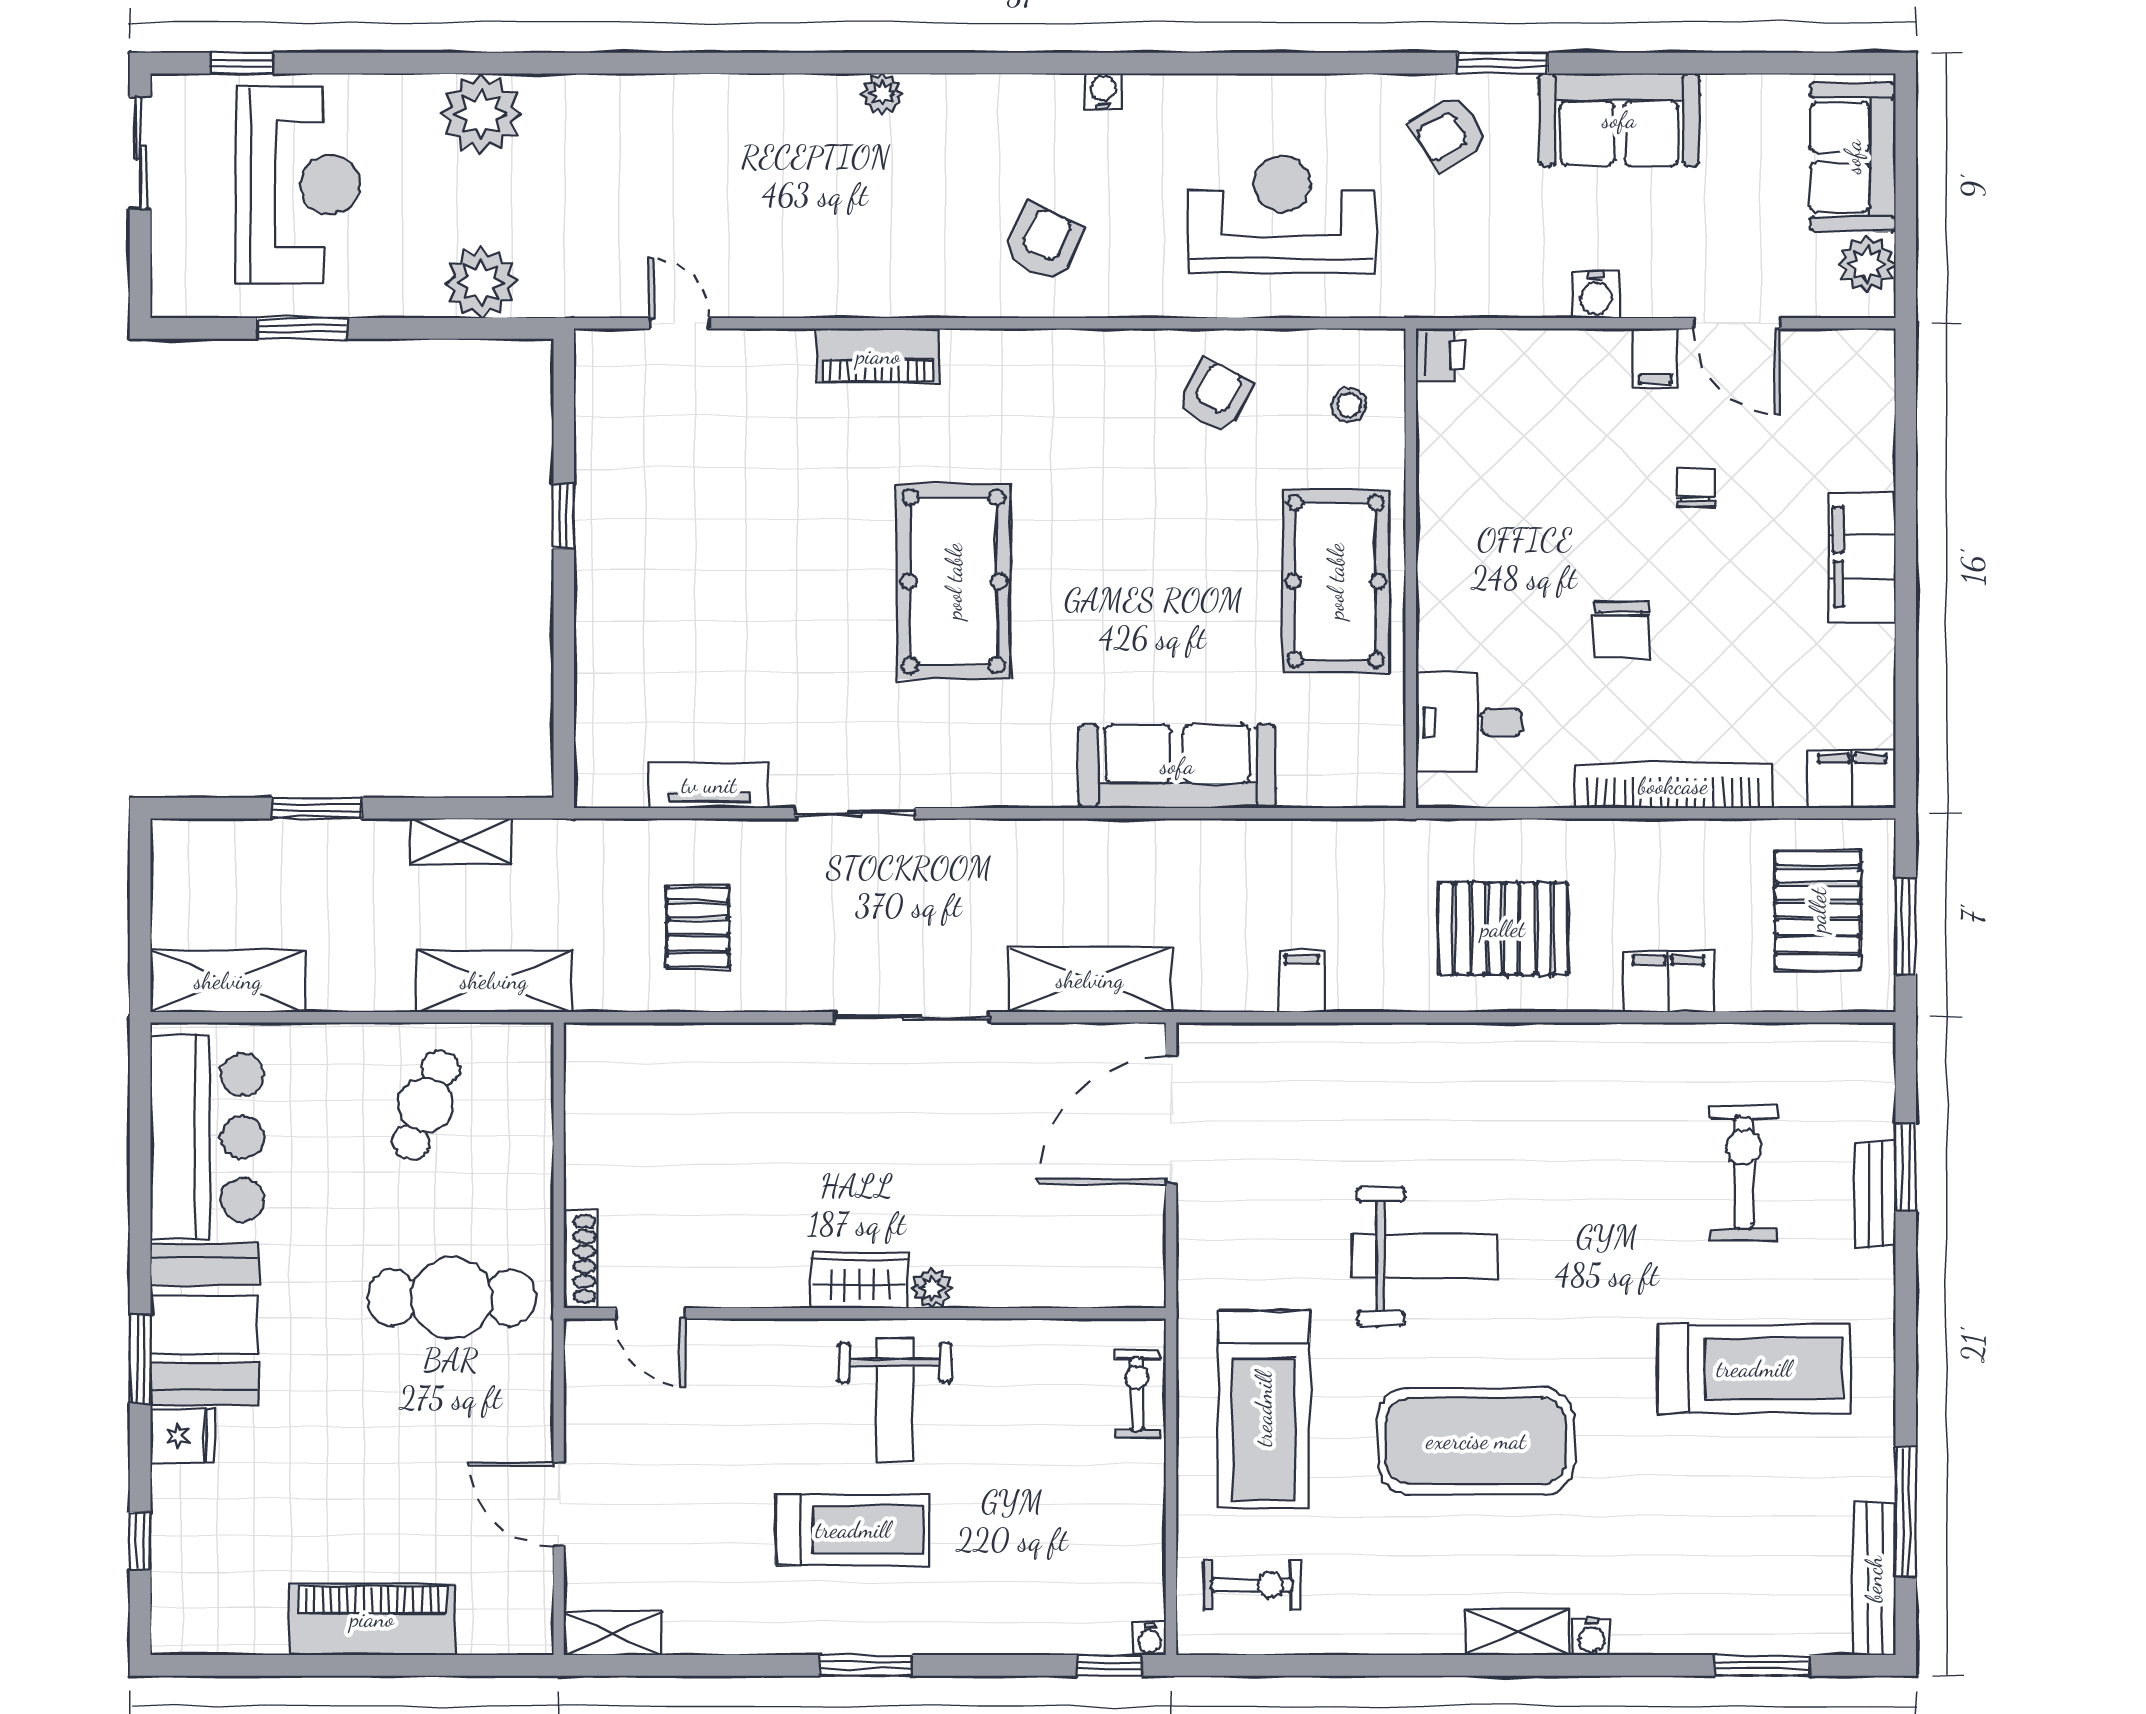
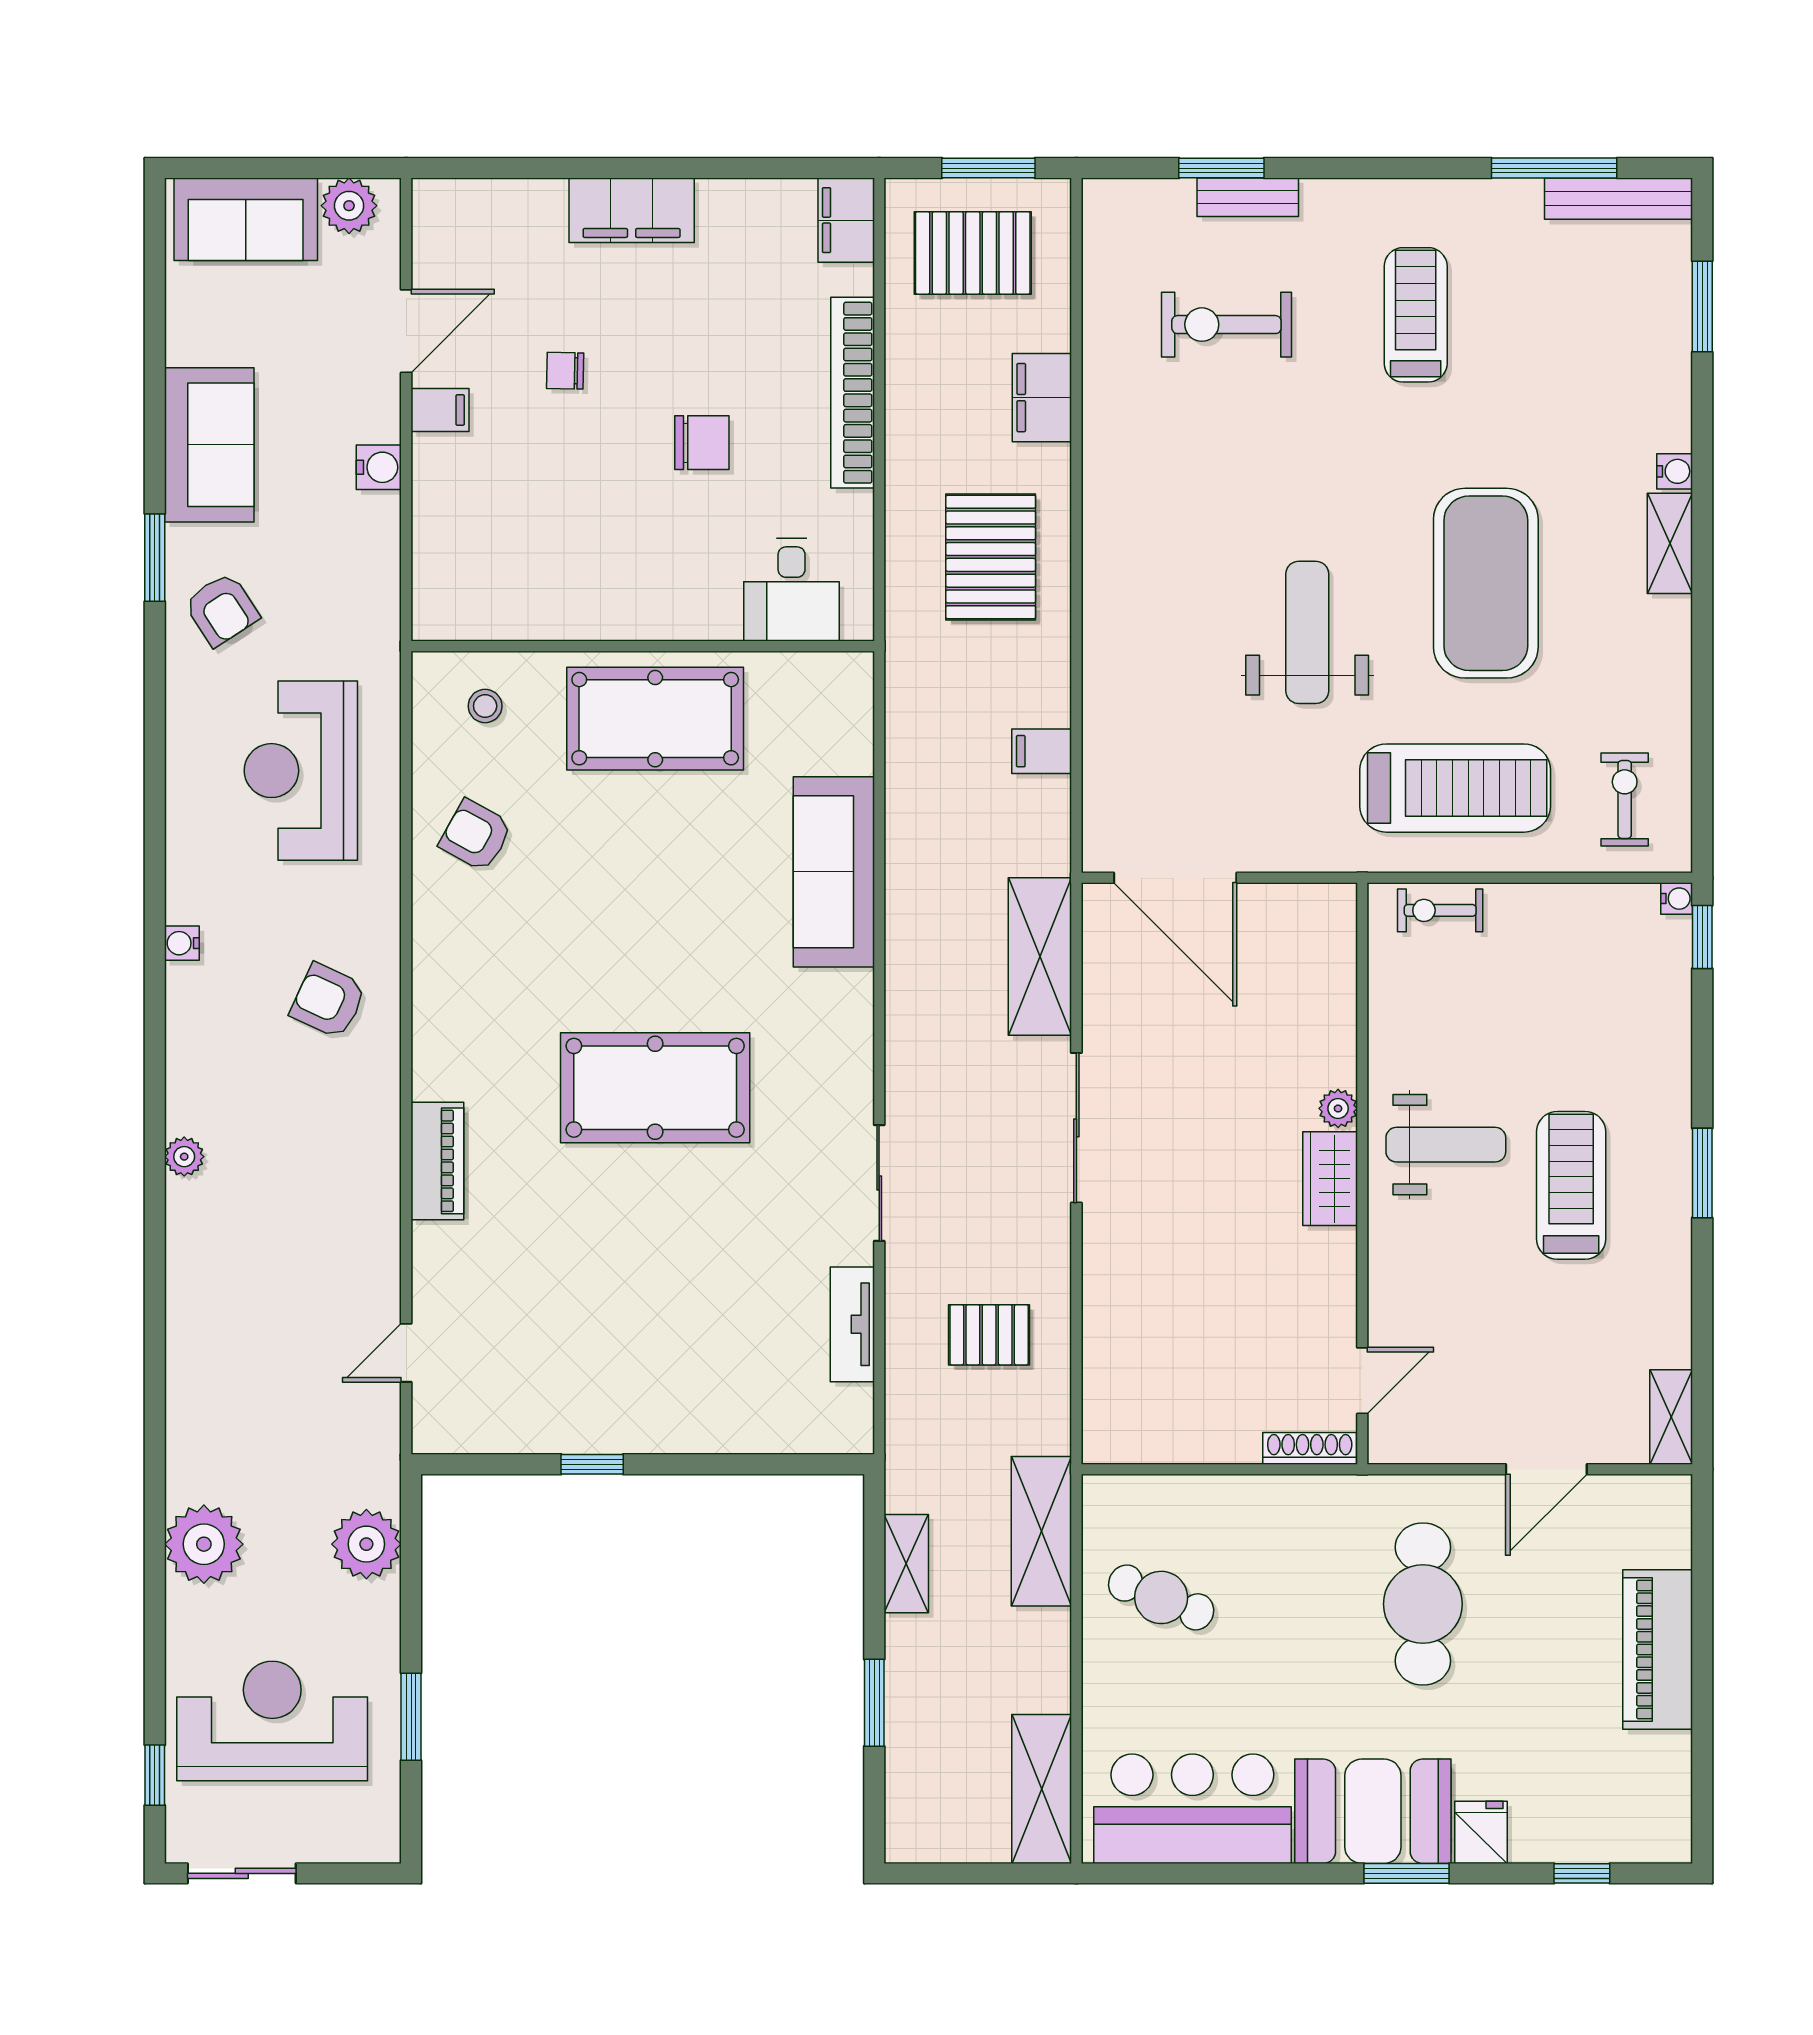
printer: (1440, 355) -> (437, 618), removed
cafe table: (452, 1298) -> (1423, 1604), moved
treadmill: (1754, 1369) -> (1416, 315), width x0.73, depth x0.73

